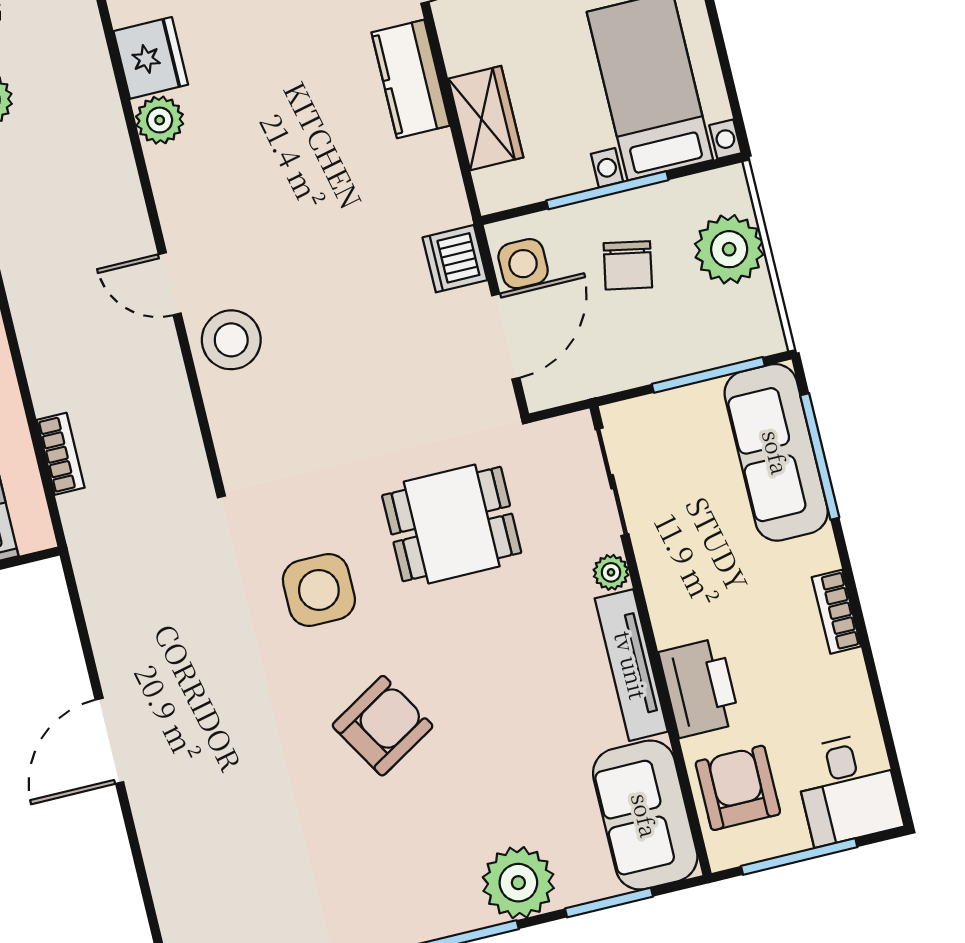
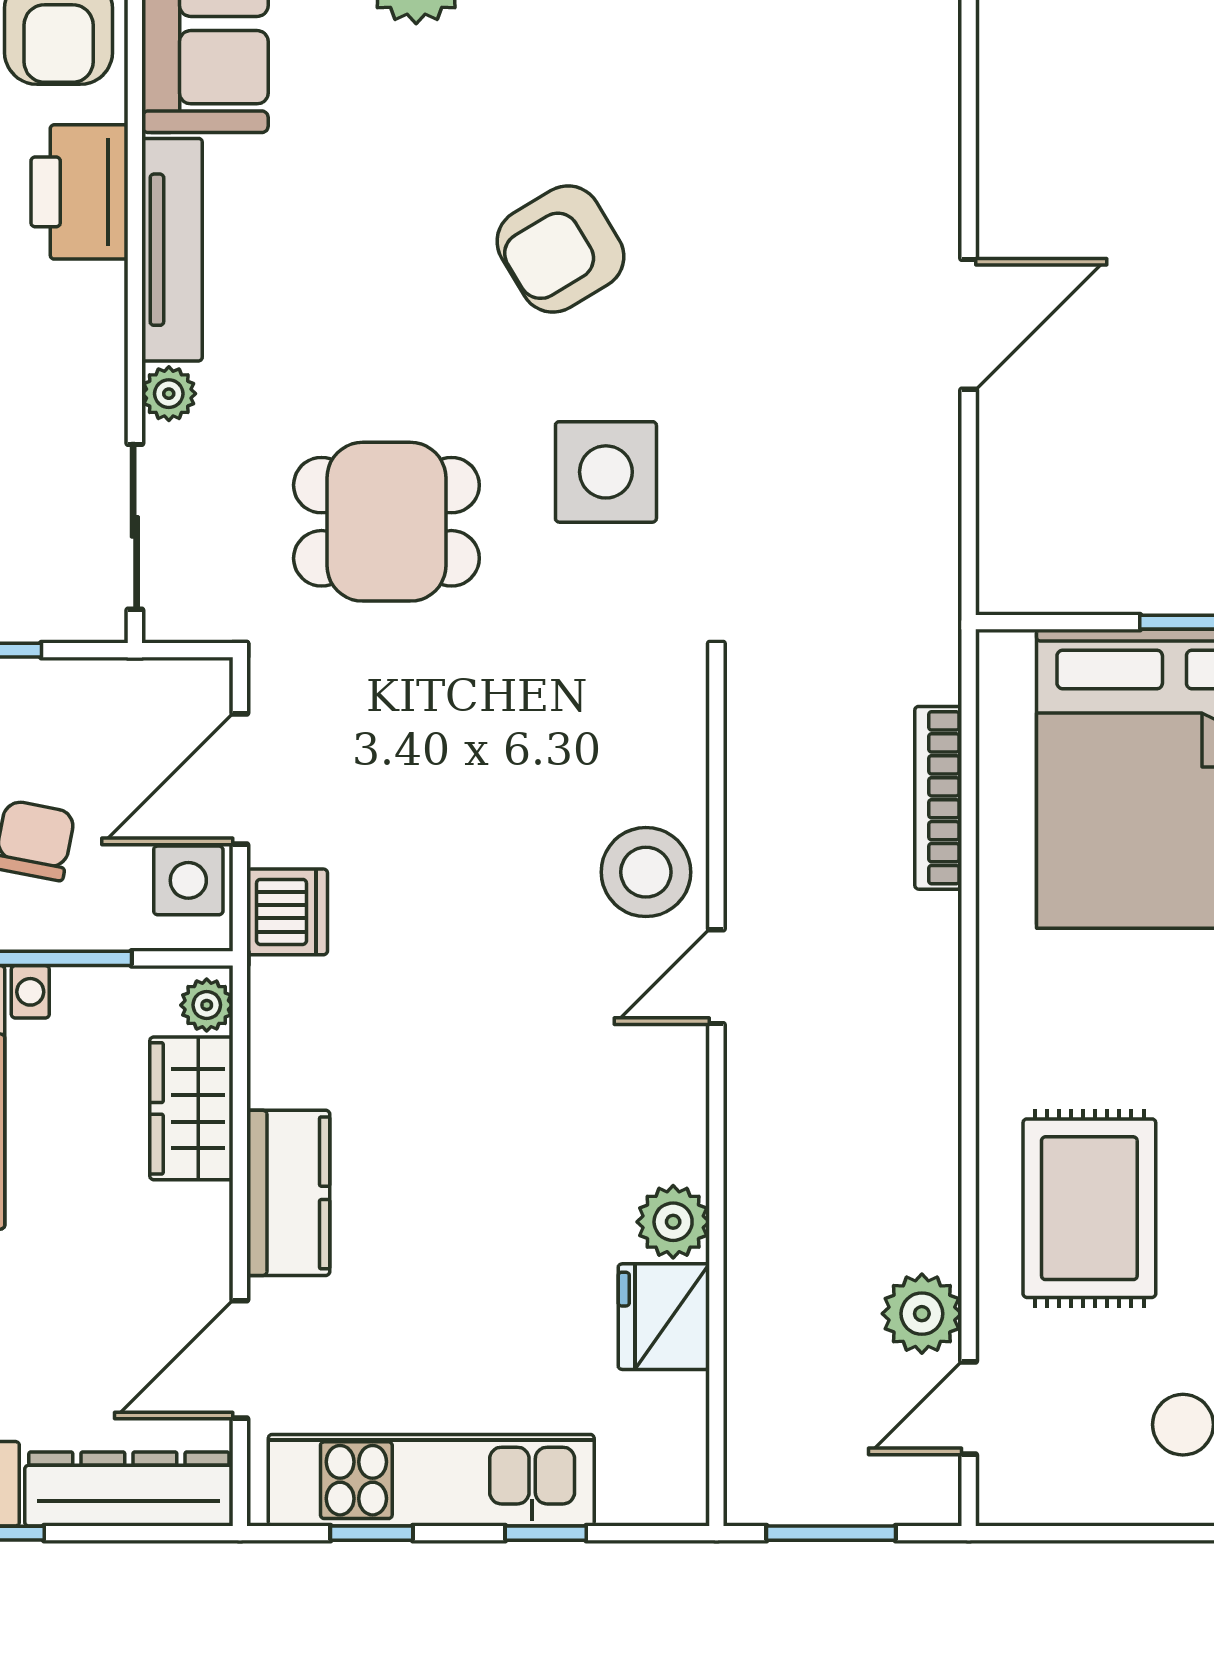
plant: (492, 187) -> (207, 1005), added
door: (170, 284) -> (716, 977), swing flipped
bookcase: (61, 454) -> (938, 798), width x1.56

